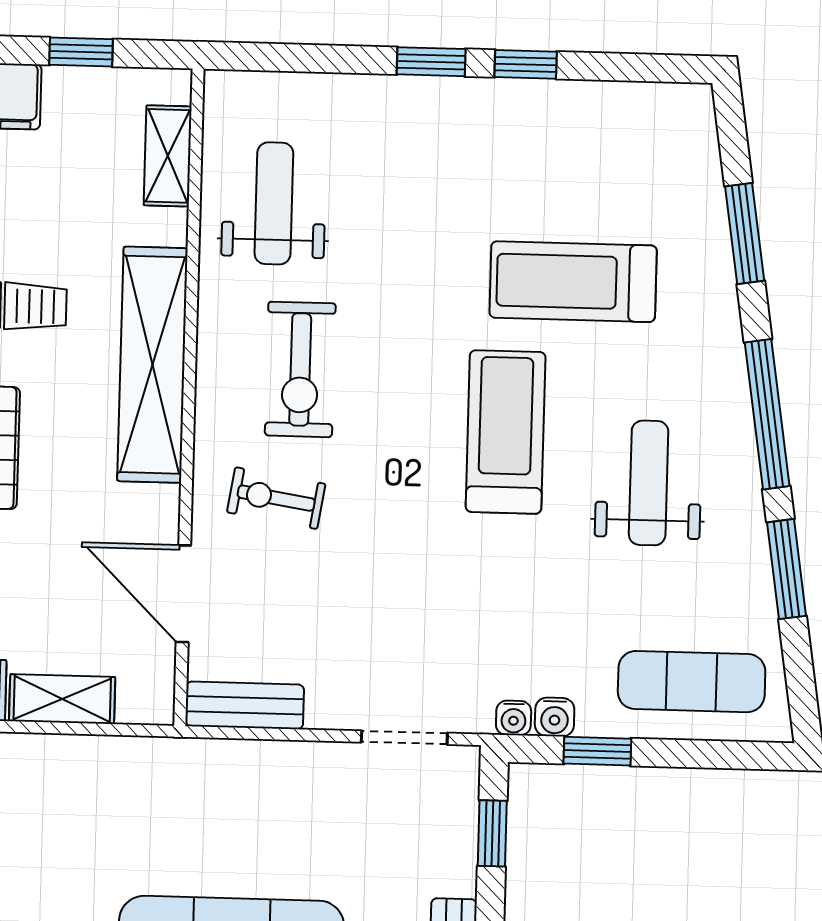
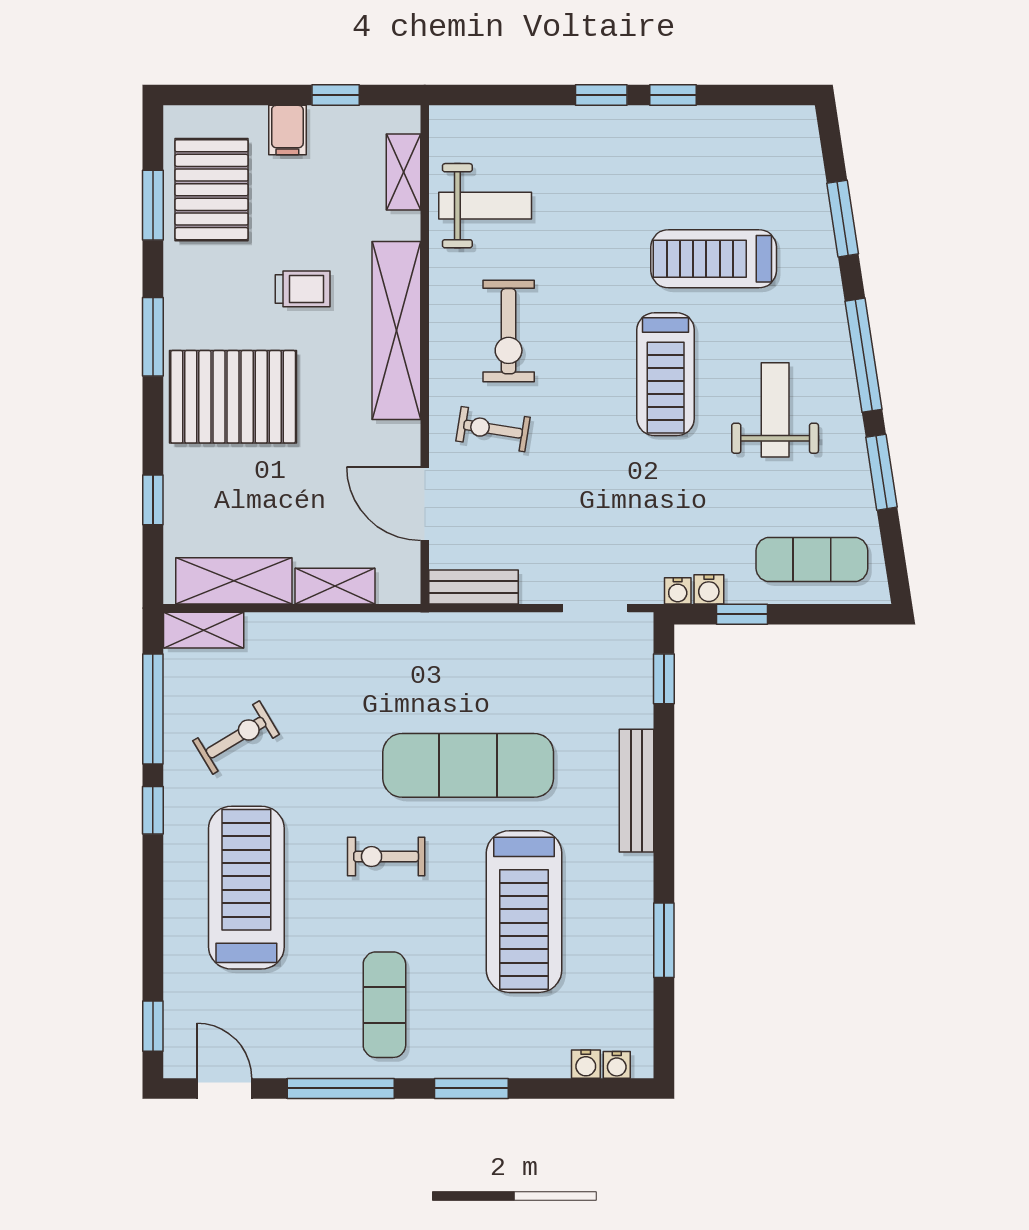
weight bench: (274, 203) -> (485, 206), turned 90
treadmill: (506, 432) -> (666, 374), turned 180

